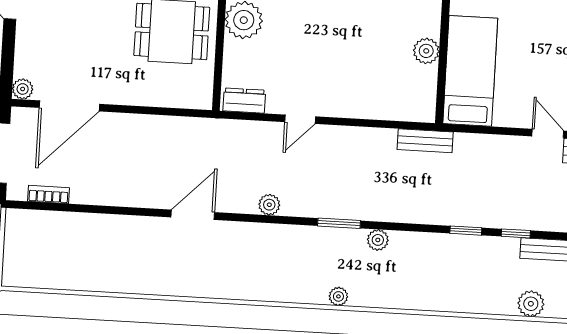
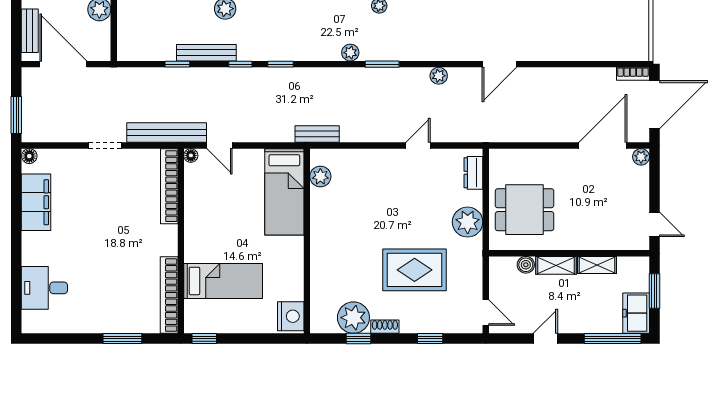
plant: (426, 51) -> (320, 176), moved
dresser: (244, 101) -> (473, 173), moved, turned 90
bookcase: (49, 194) -> (633, 74), moved

